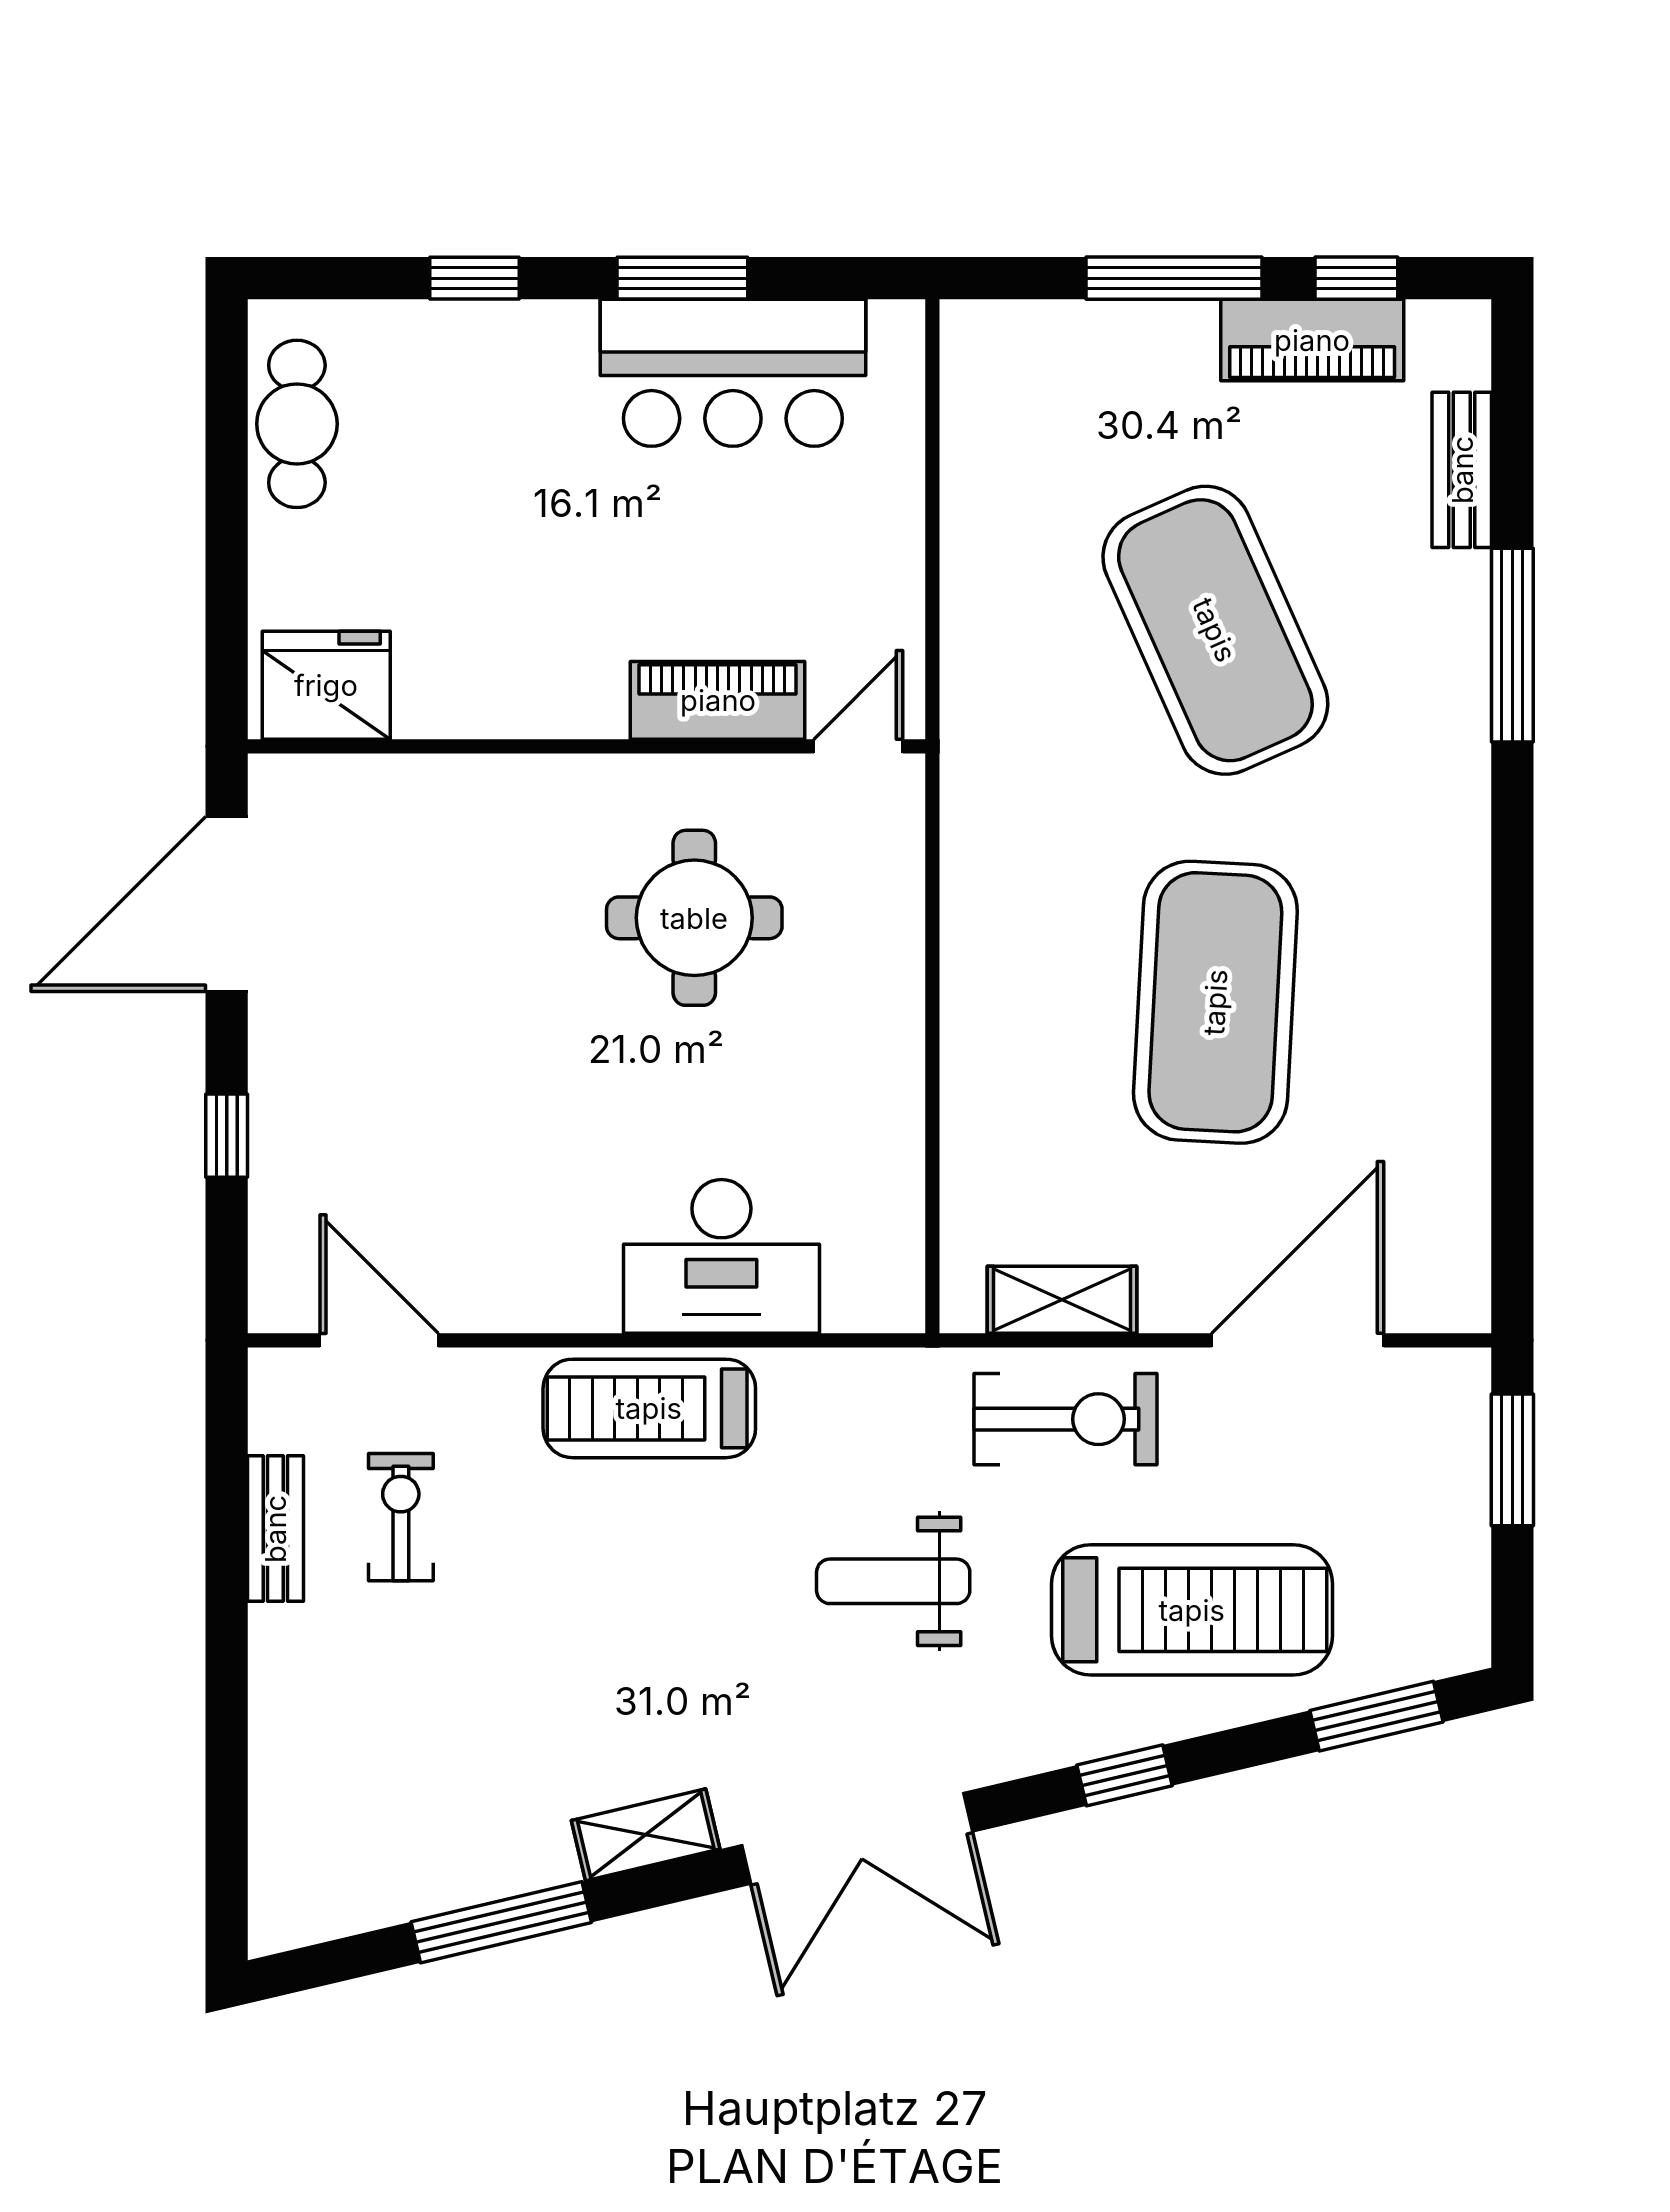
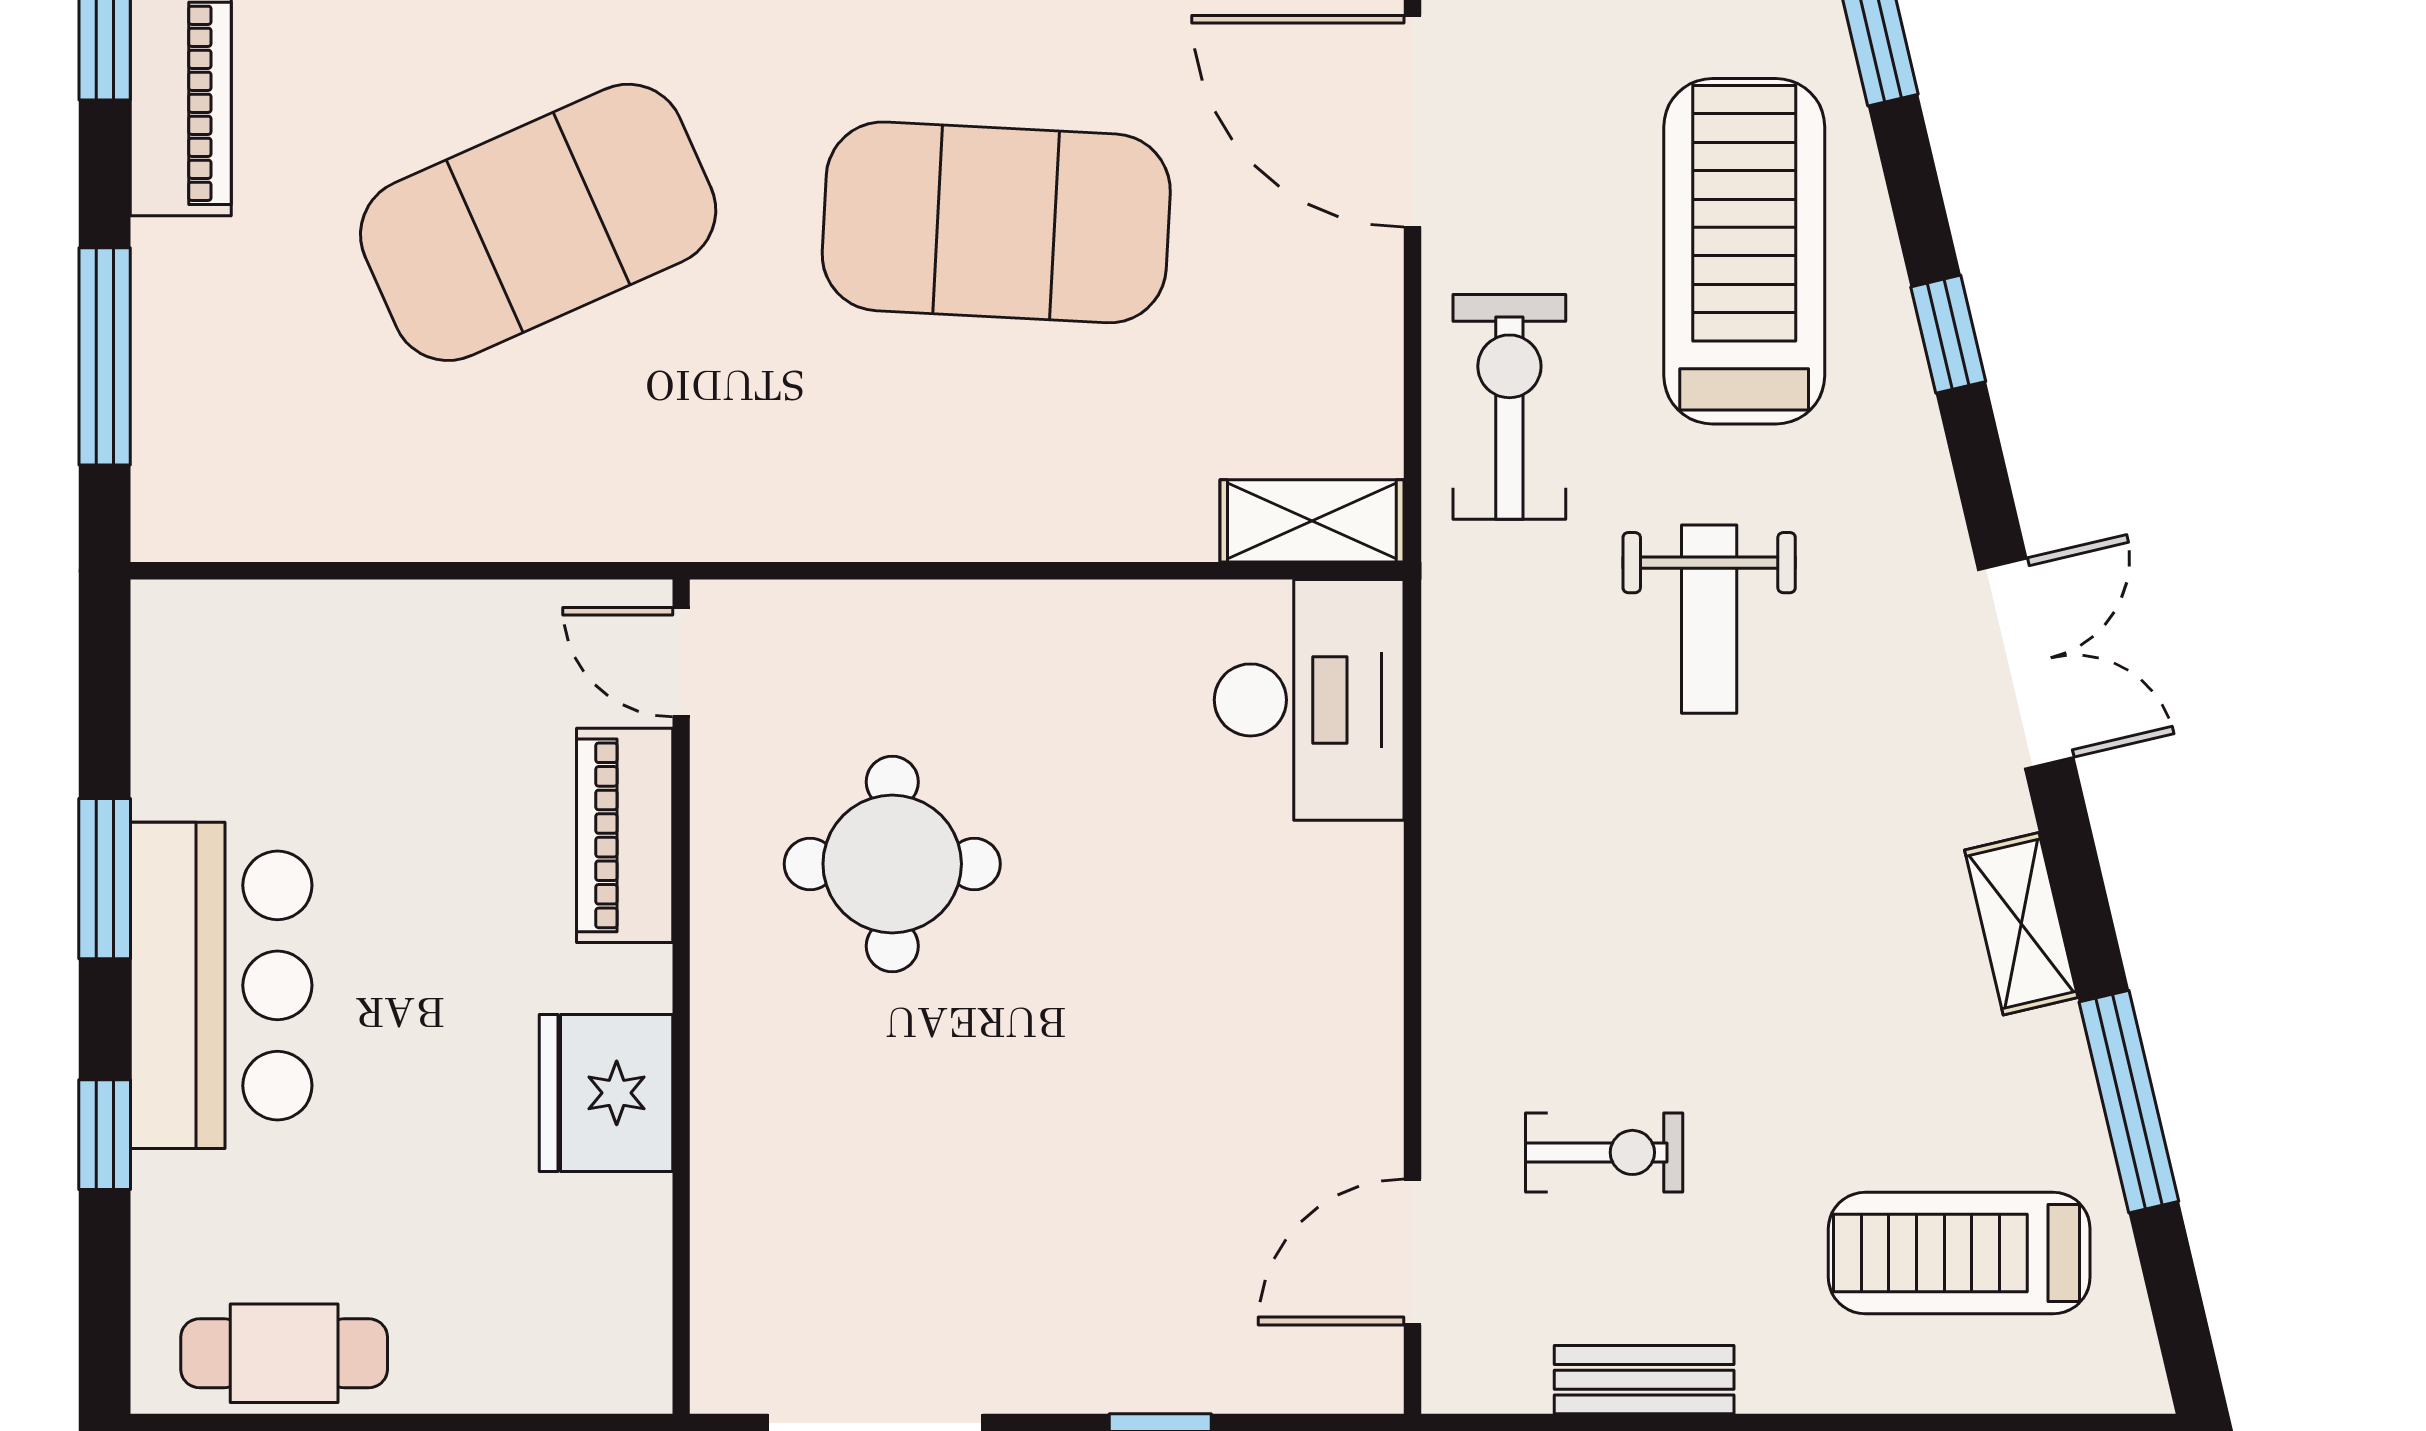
window: (1174, 278) -> (105, 356), moved
bar counter: (733, 373) -> (221, 985), moved
fridge: (326, 685) -> (606, 1093), moved
desk: (721, 1256) -> (1309, 700), moved
shelving: (1062, 1300) -> (1312, 521), moved, turned 90
treadmill: (649, 1408) -> (1959, 1253), moved, turned 90
exercise bike: (401, 1517) -> (1604, 1152), moved, turned 180
double door: (857, 1838) -> (2026, 664), width x0.73

